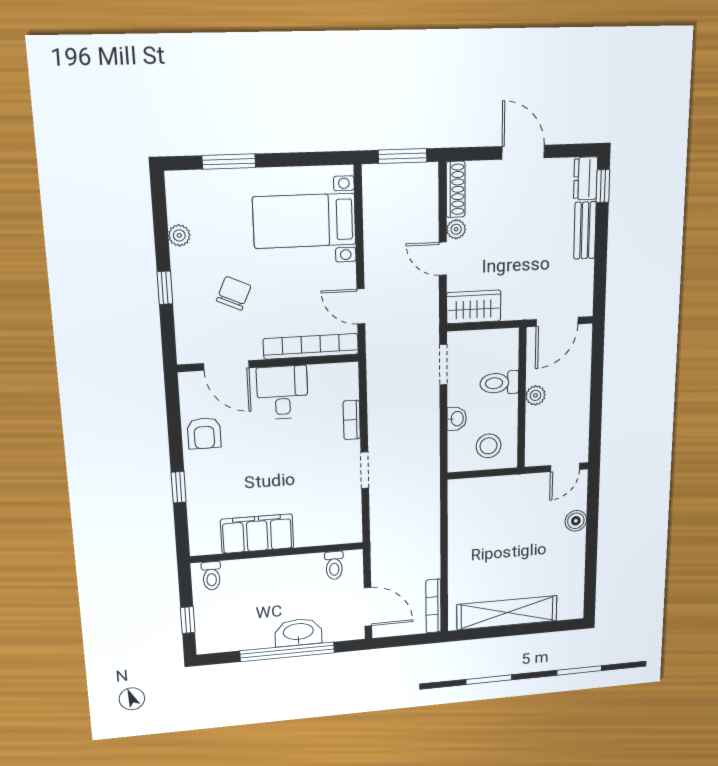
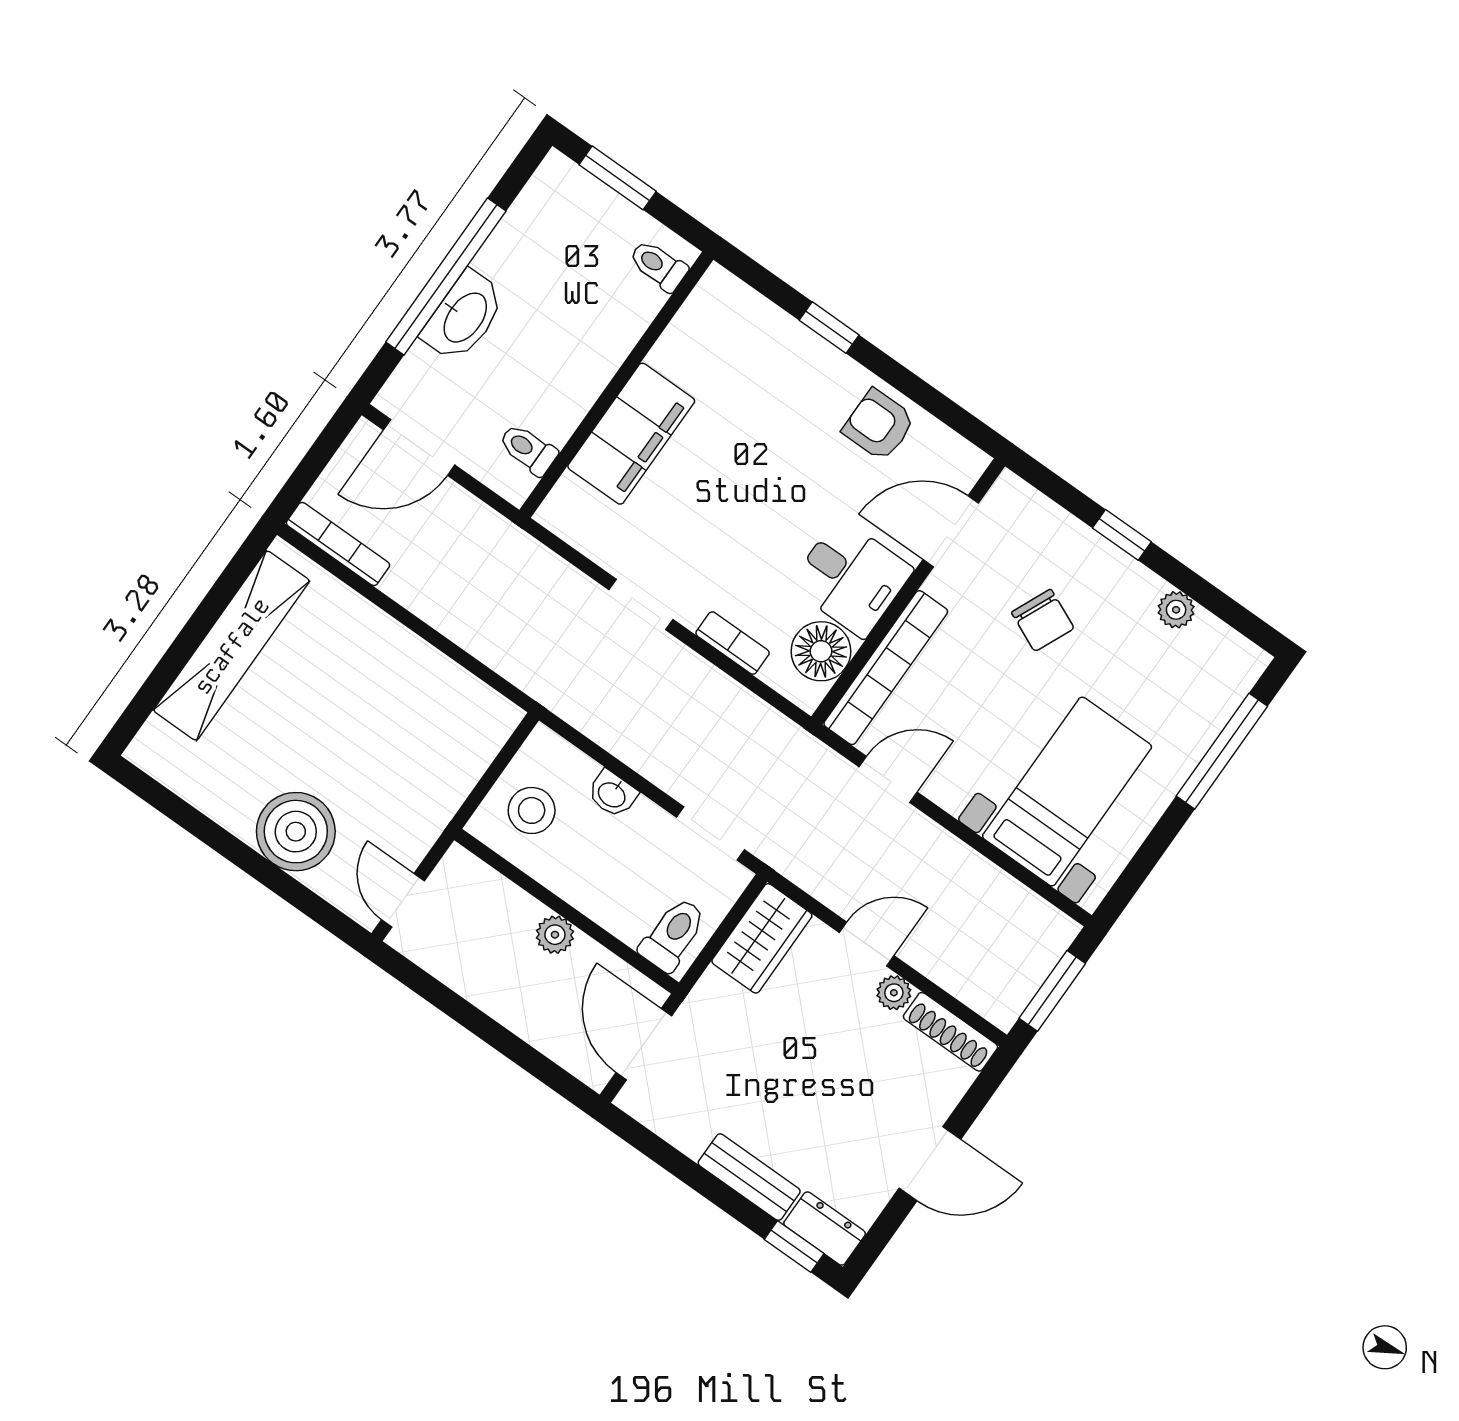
window: (229, 162) -> (1222, 751), width x1.44
floor lamp: (326, 380) -> (821, 651), added
toilet: (499, 383) -> (673, 934), moved
boiler: (576, 521) -> (296, 832), width x1.86, depth x1.86
filing cabinet: (257, 534) -> (631, 434), moved
window: (188, 620) -> (618, 178), width x1.50

